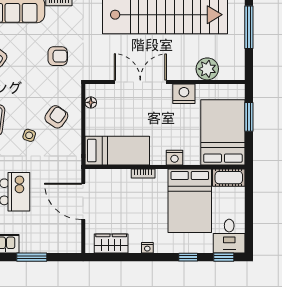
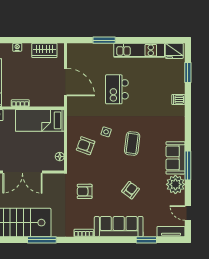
armchair: (56, 117) -> (86, 146), turned 75

